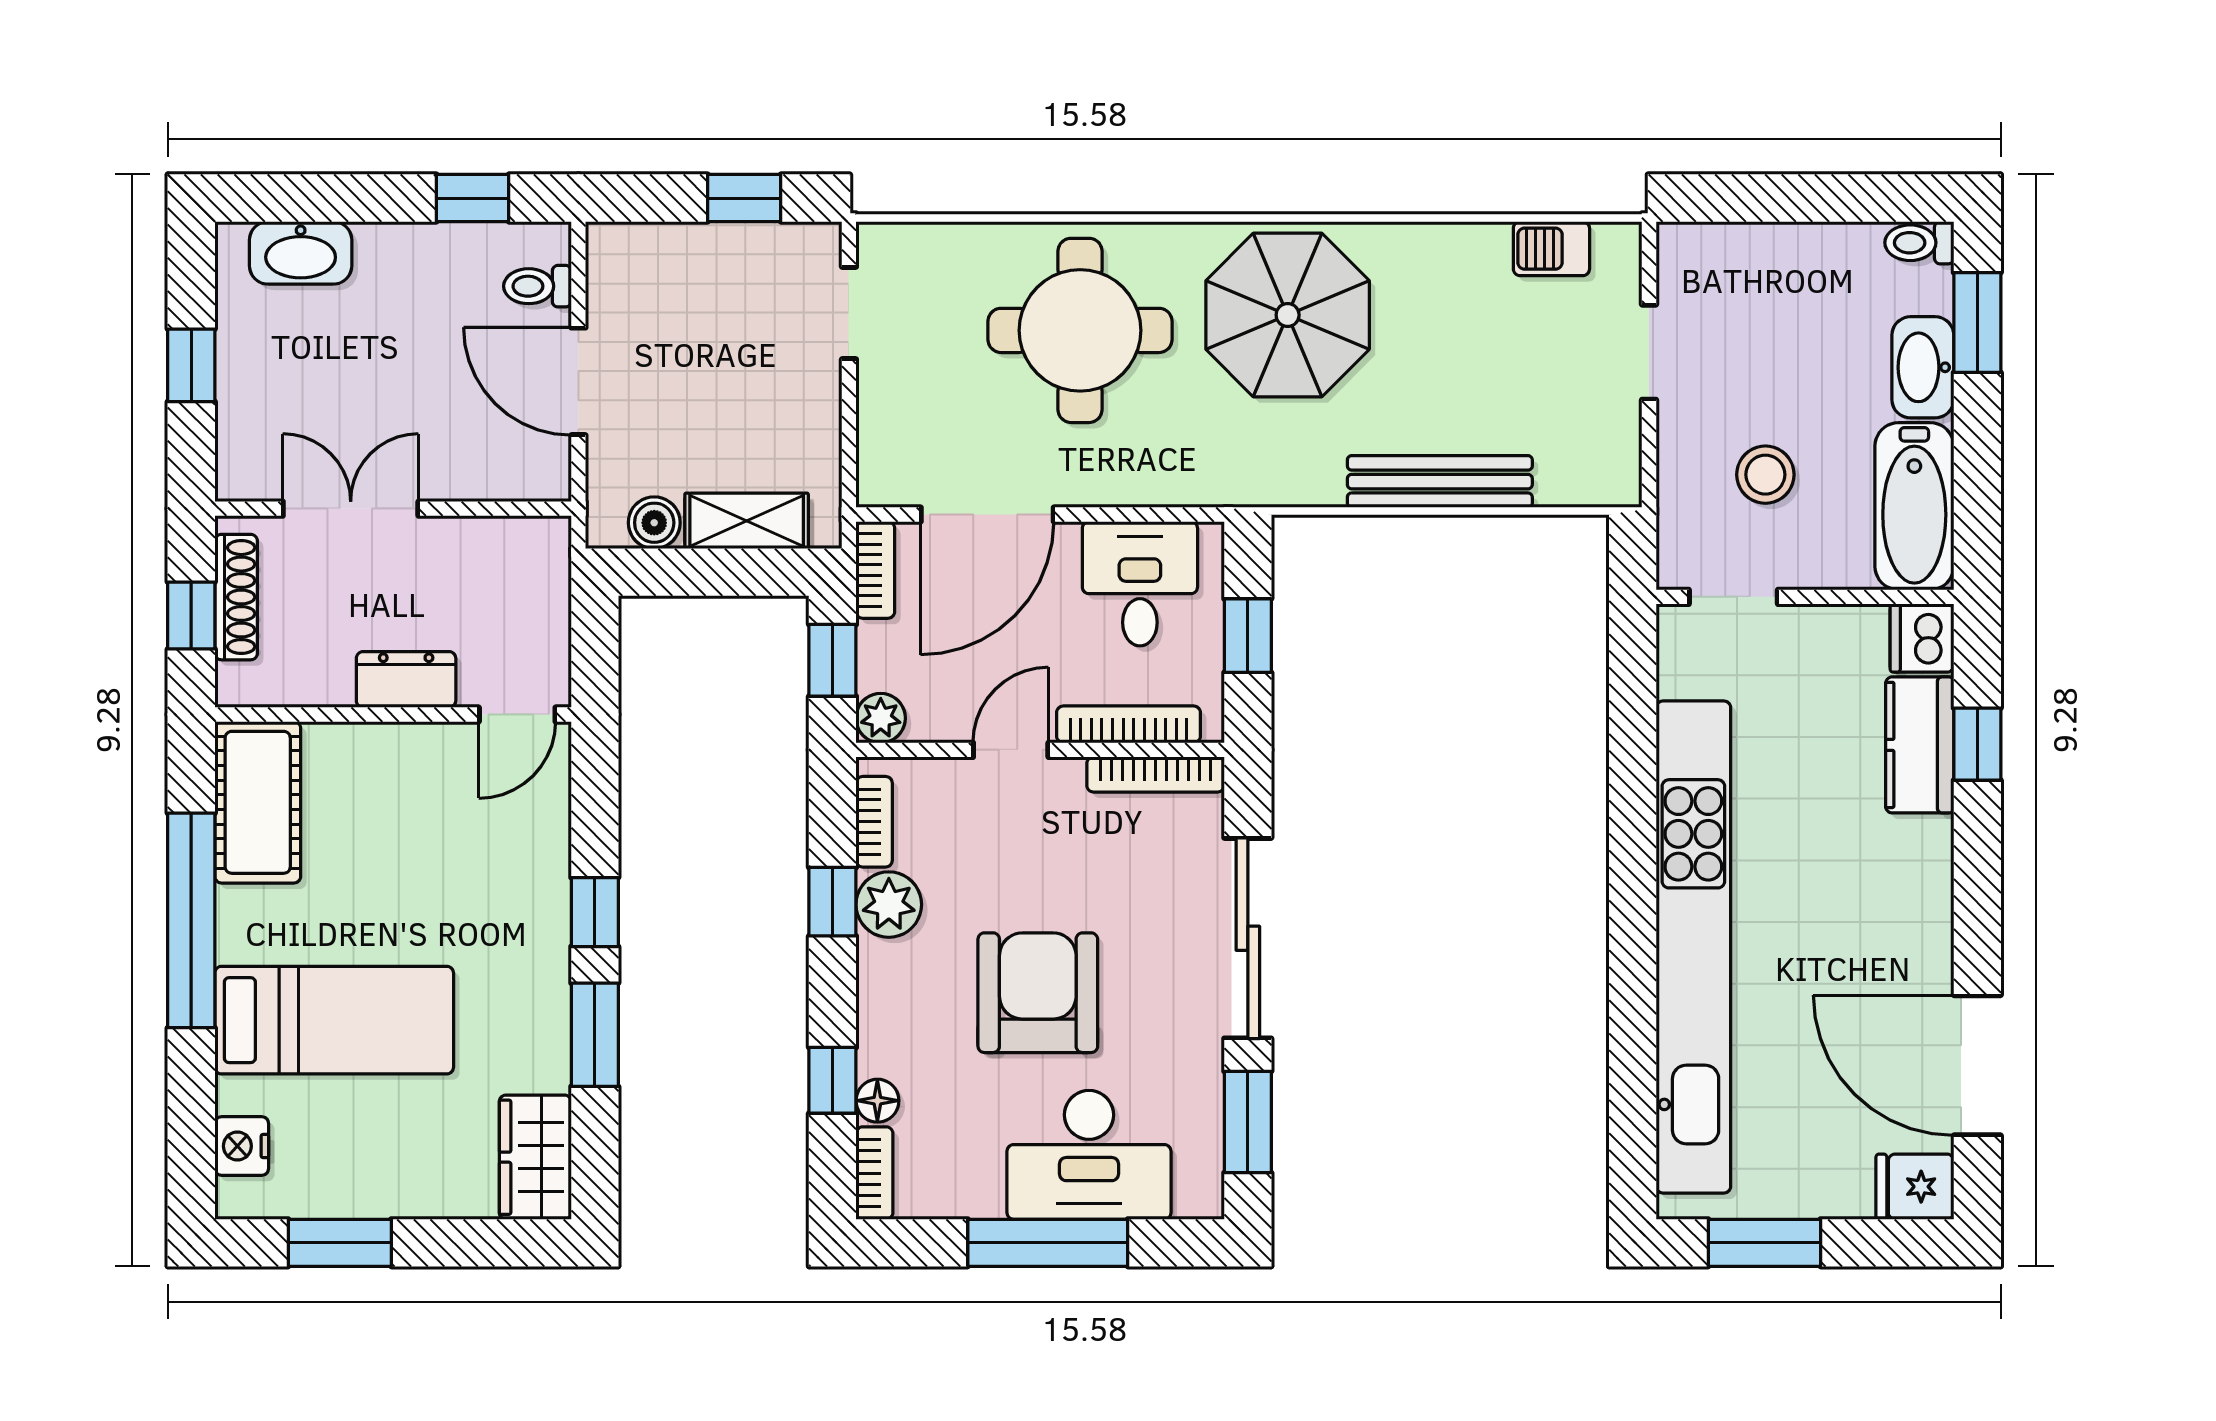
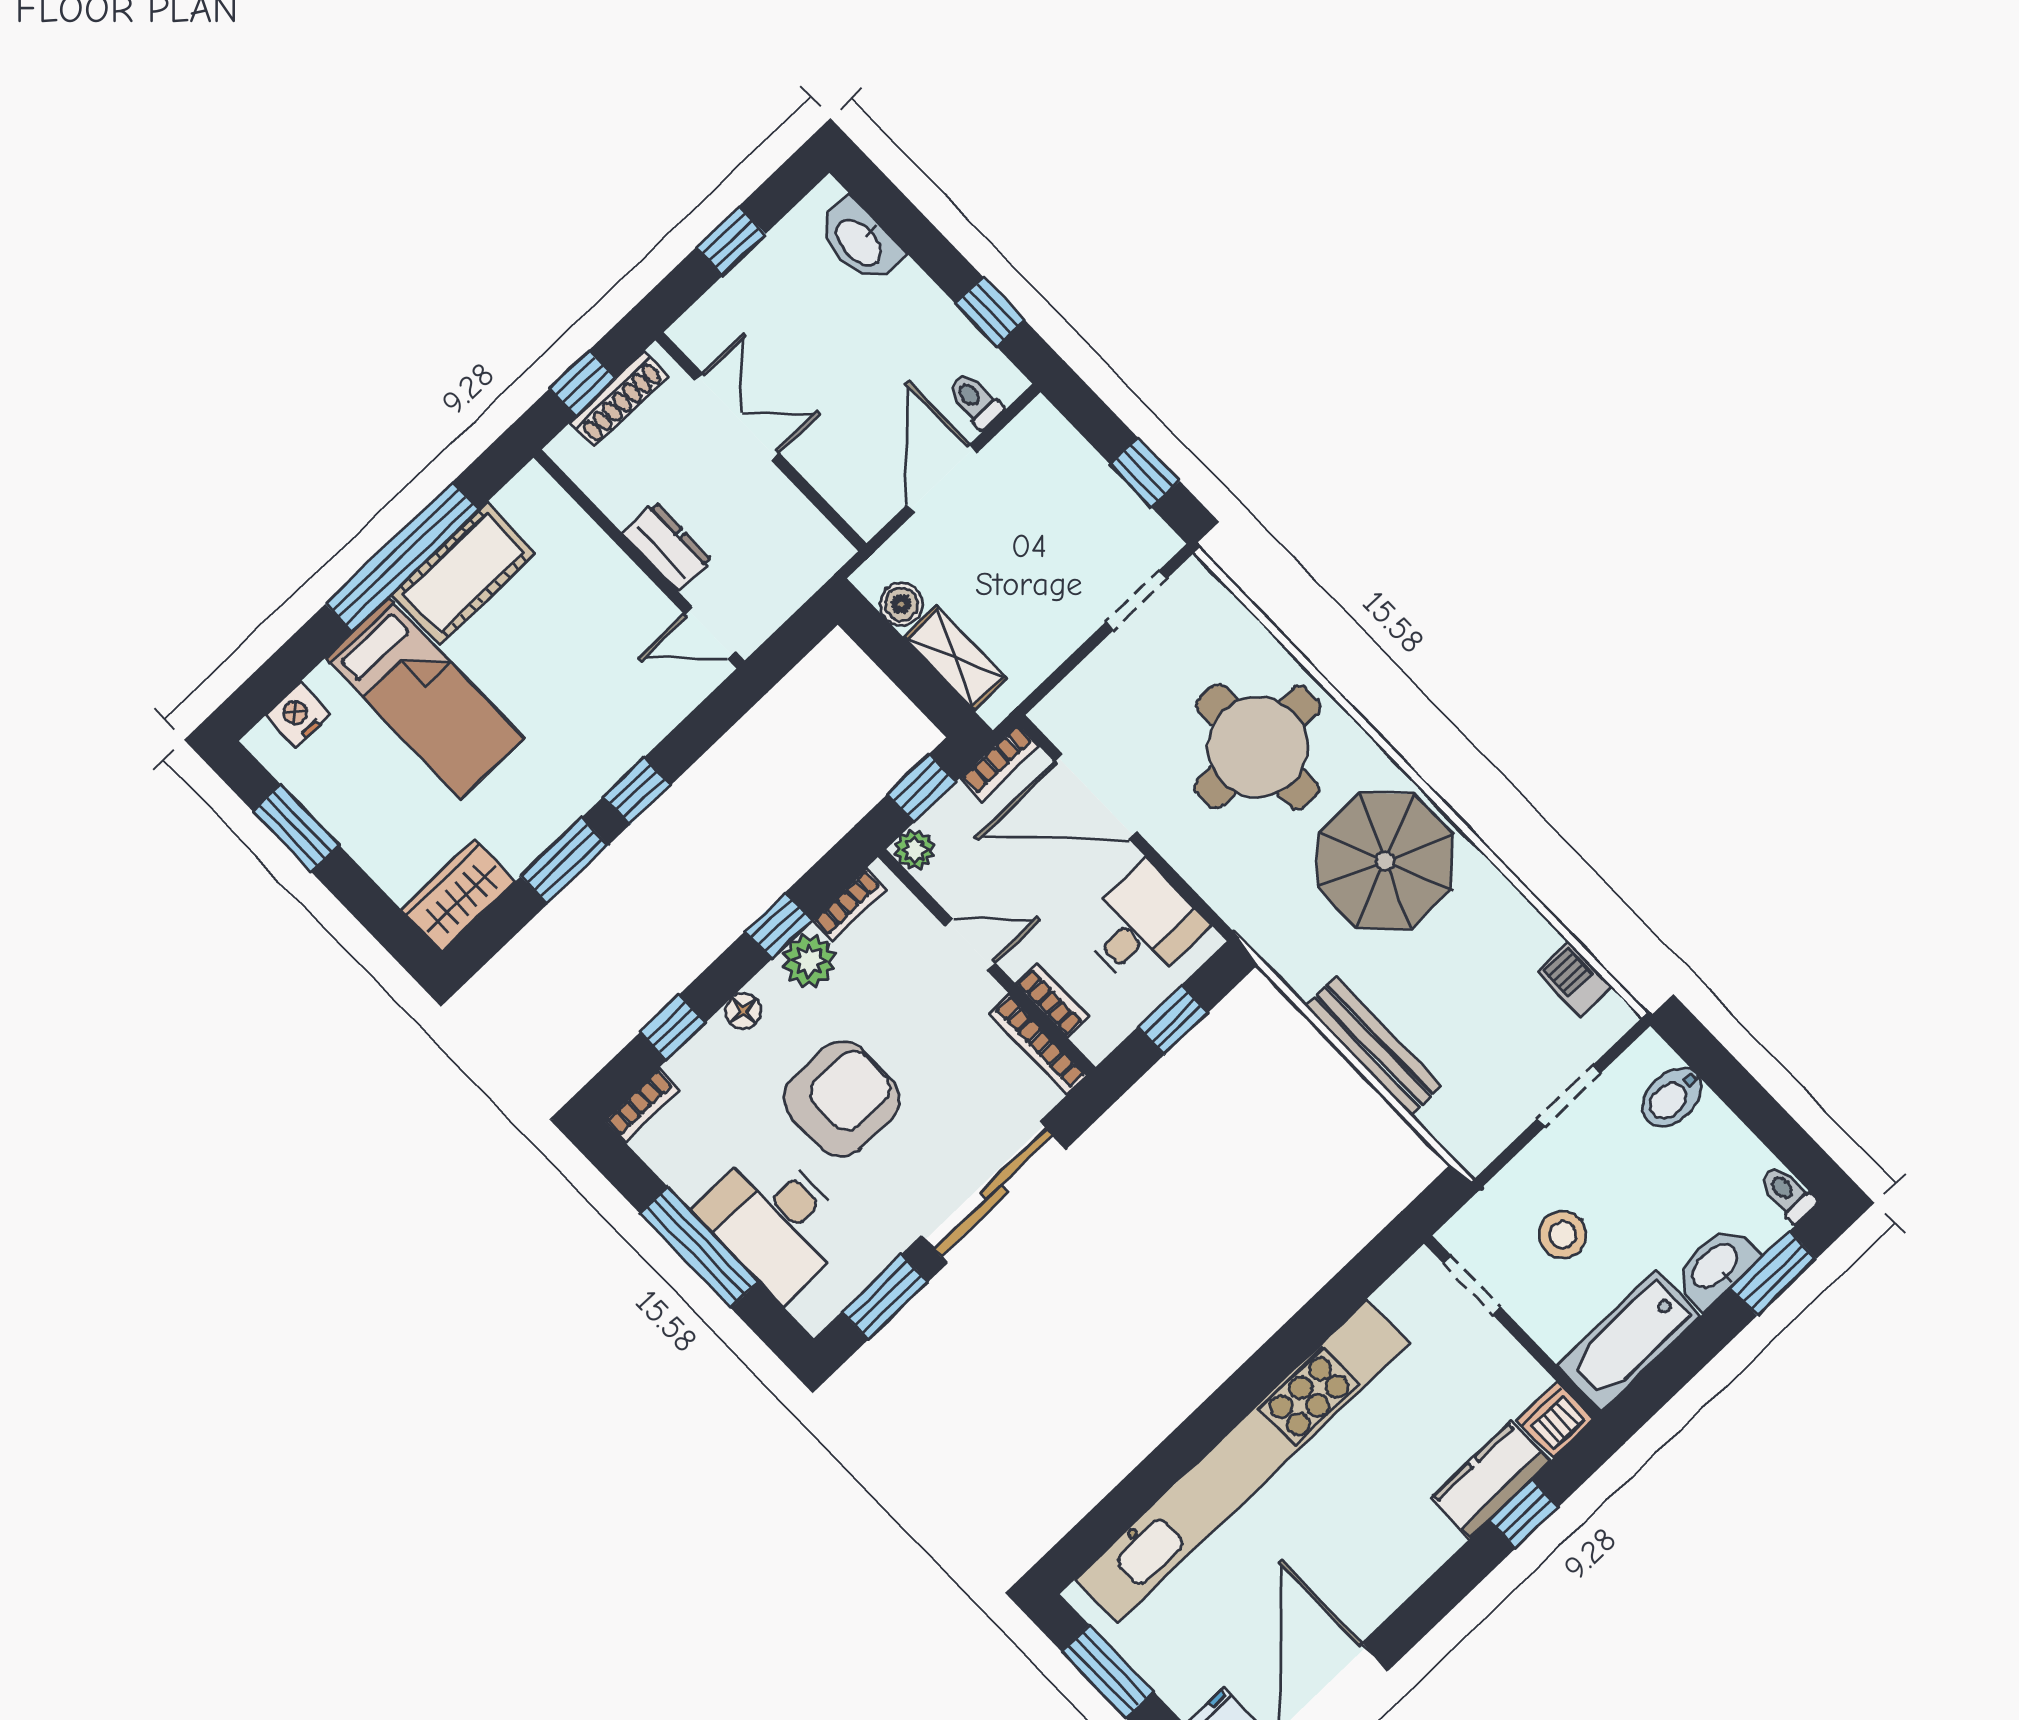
bidet: (1737, 263) -> (1672, 1097), added
bookcase: (1129, 724) -> (1052, 1000), width x0.64
cot: (258, 802) -> (464, 574), moved
floor lamp: (877, 1101) -> (743, 1011), moved

